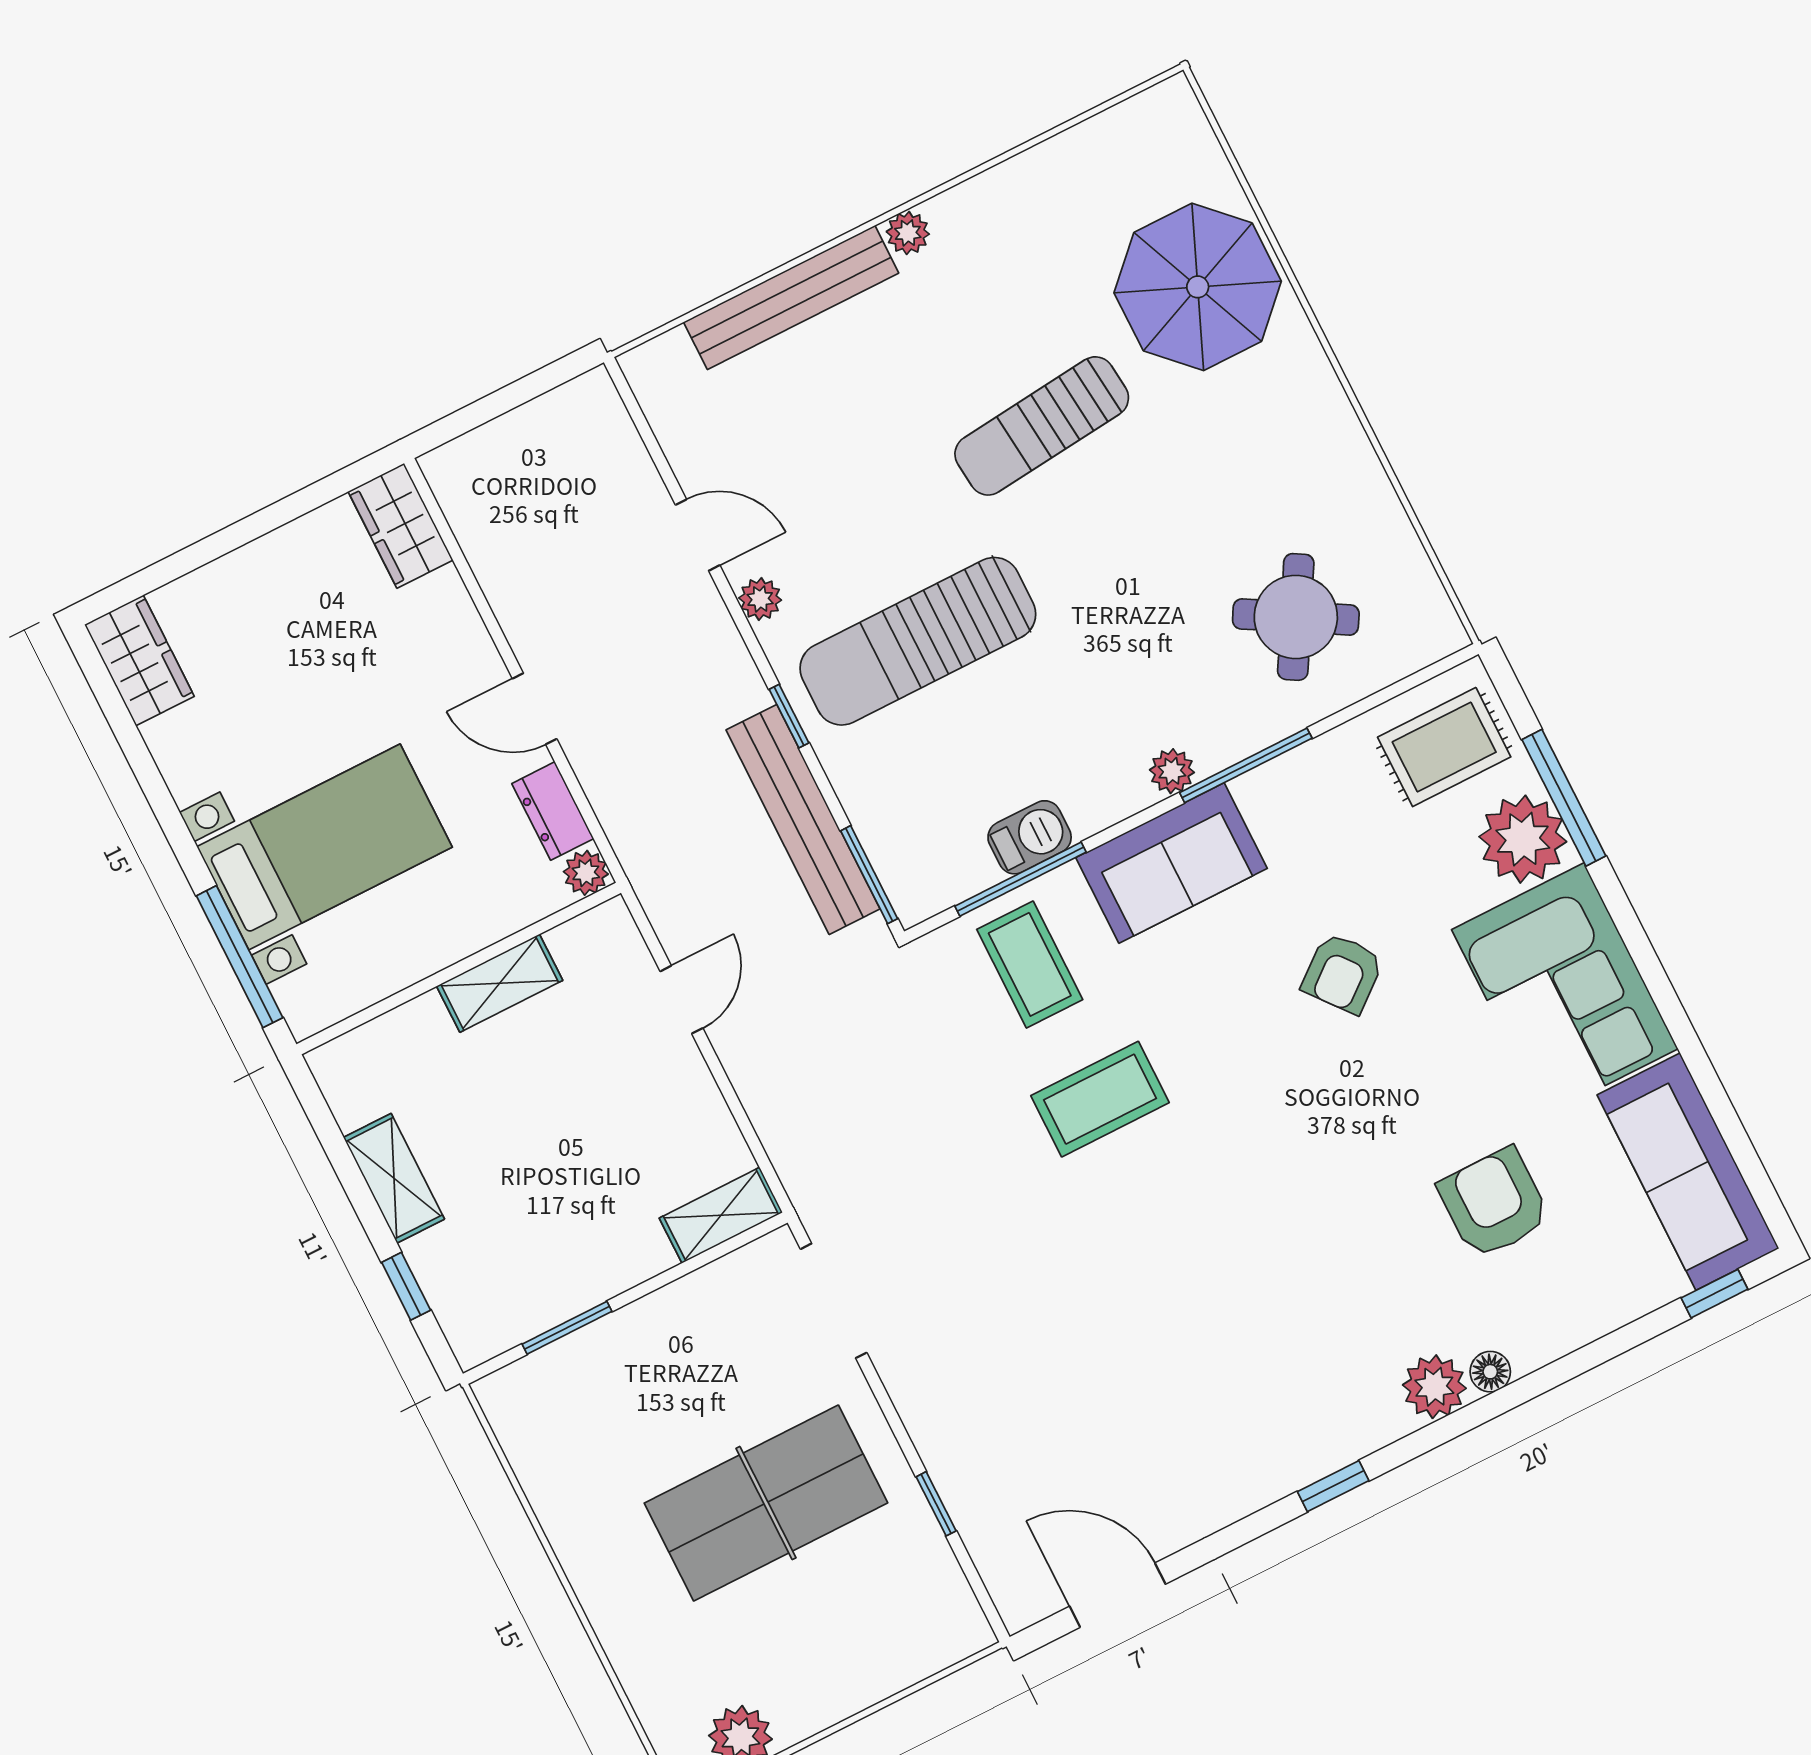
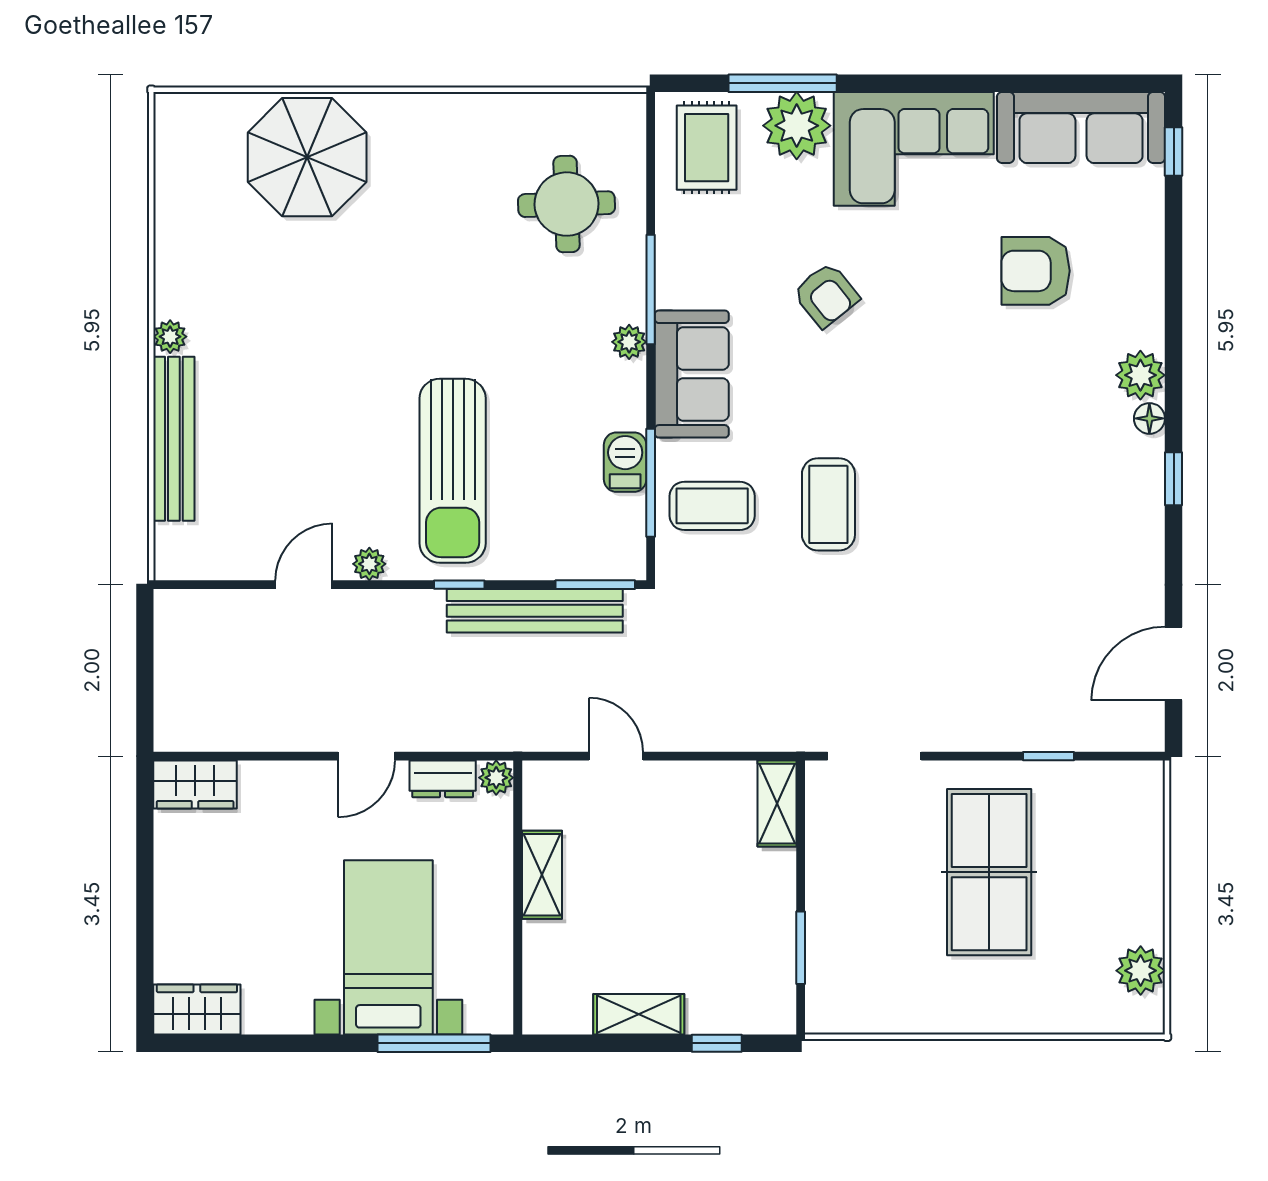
sun lounger: (1042, 426) -> (348, 312), removed
round table: (1296, 617) -> (566, 204), turned -32
floor lamp: (1490, 1372) -> (1149, 418), moved

